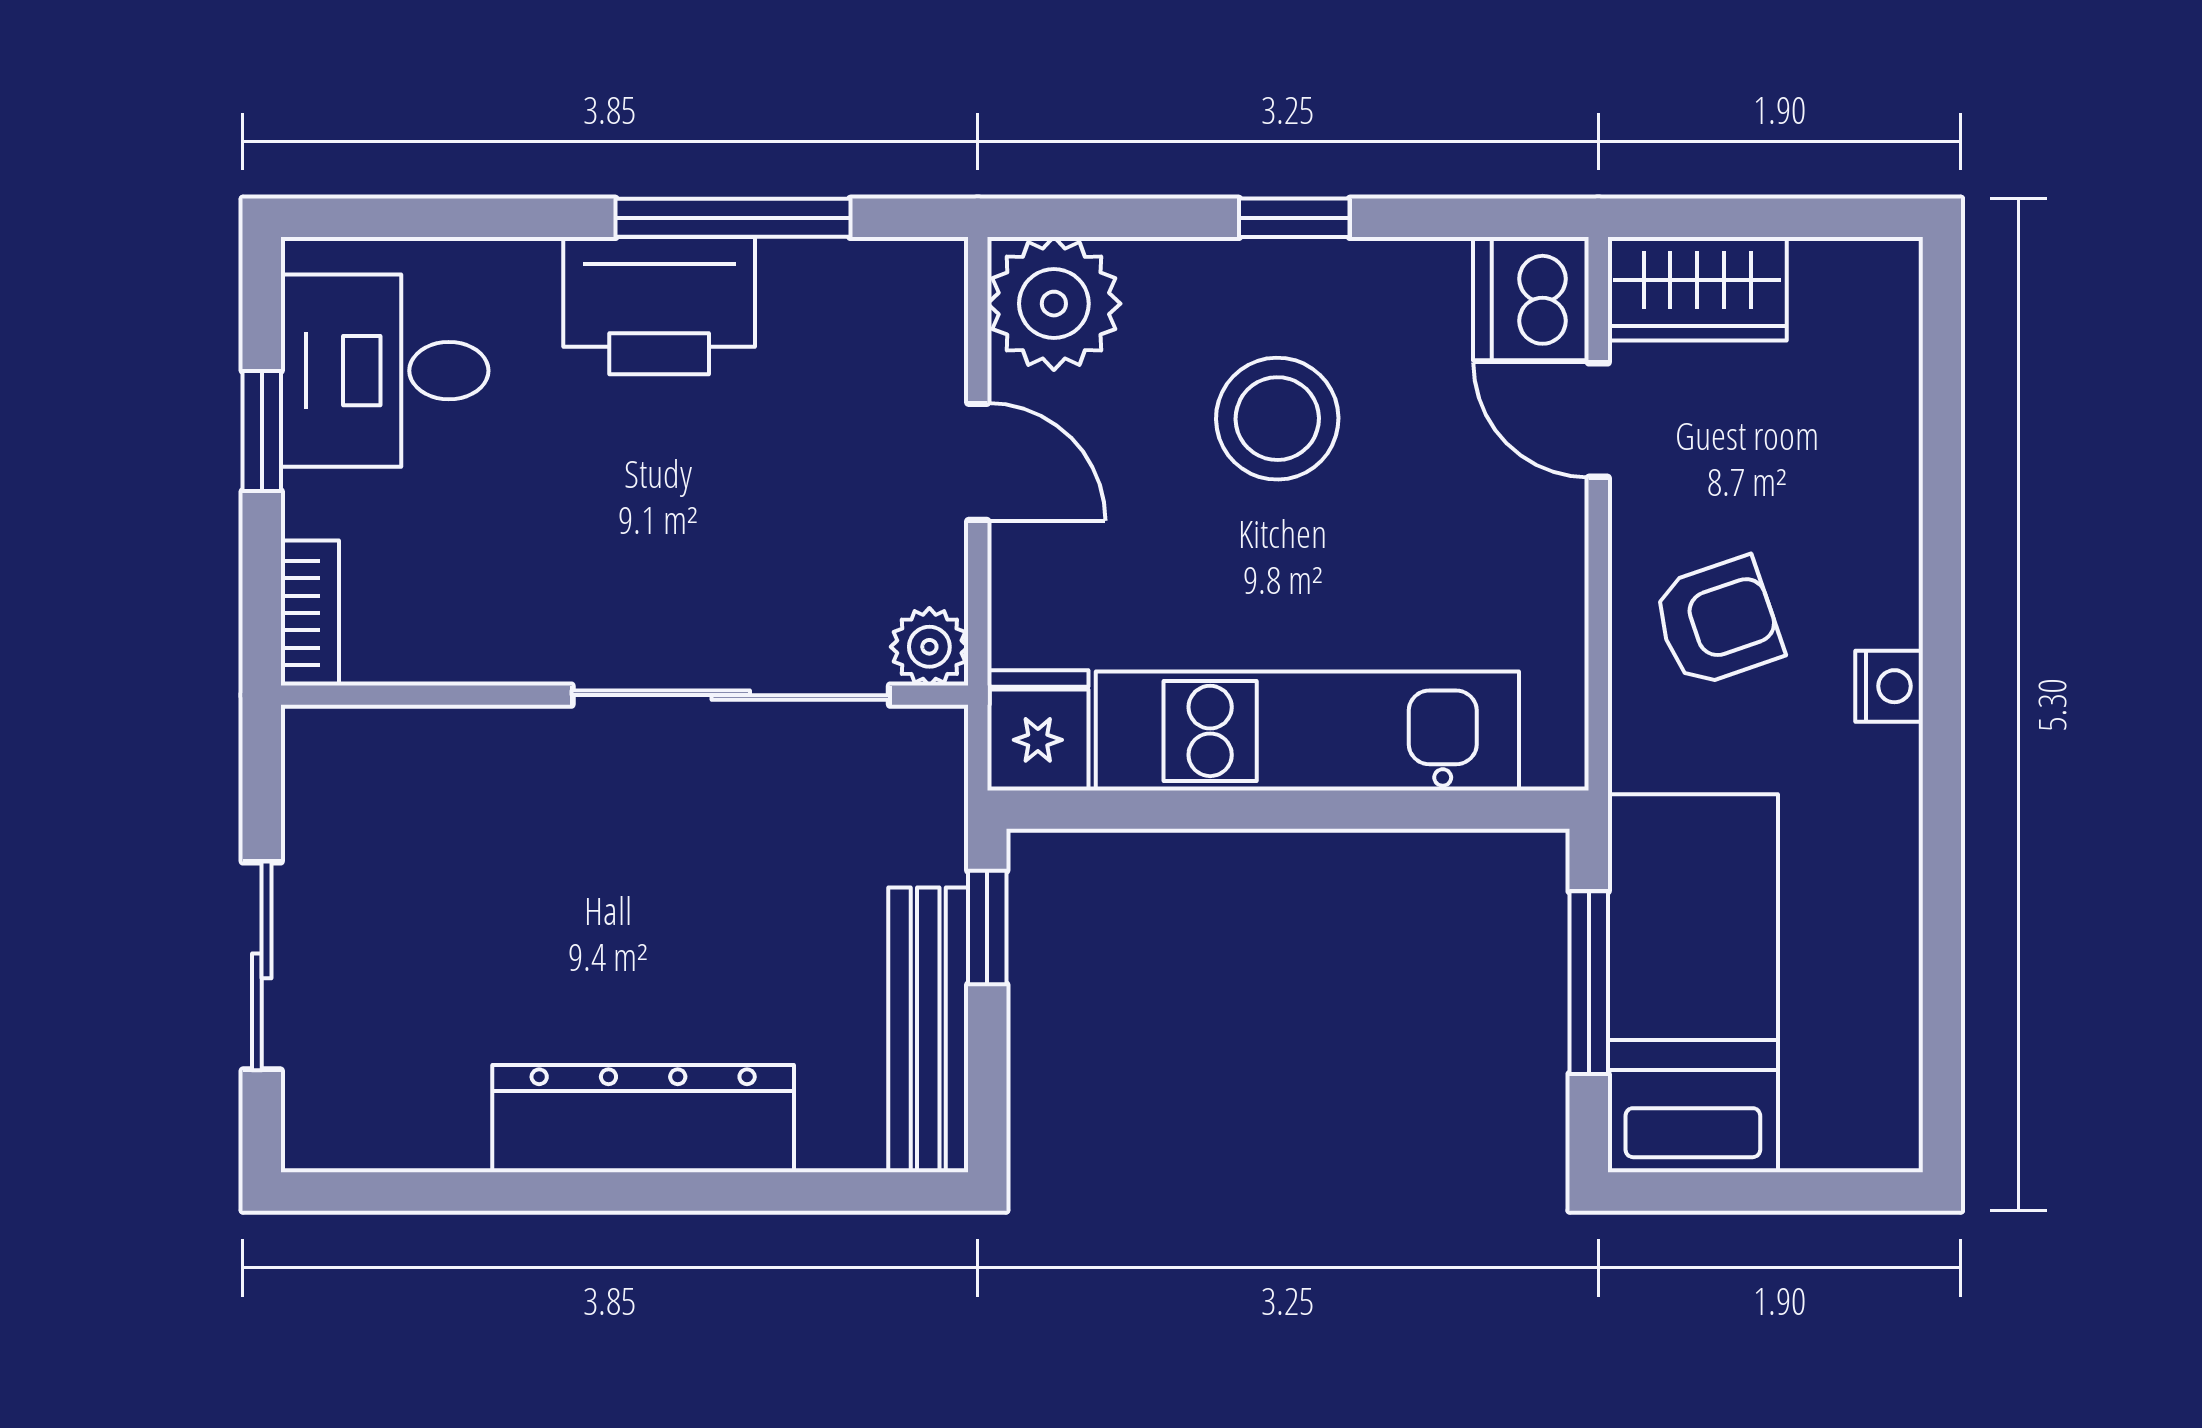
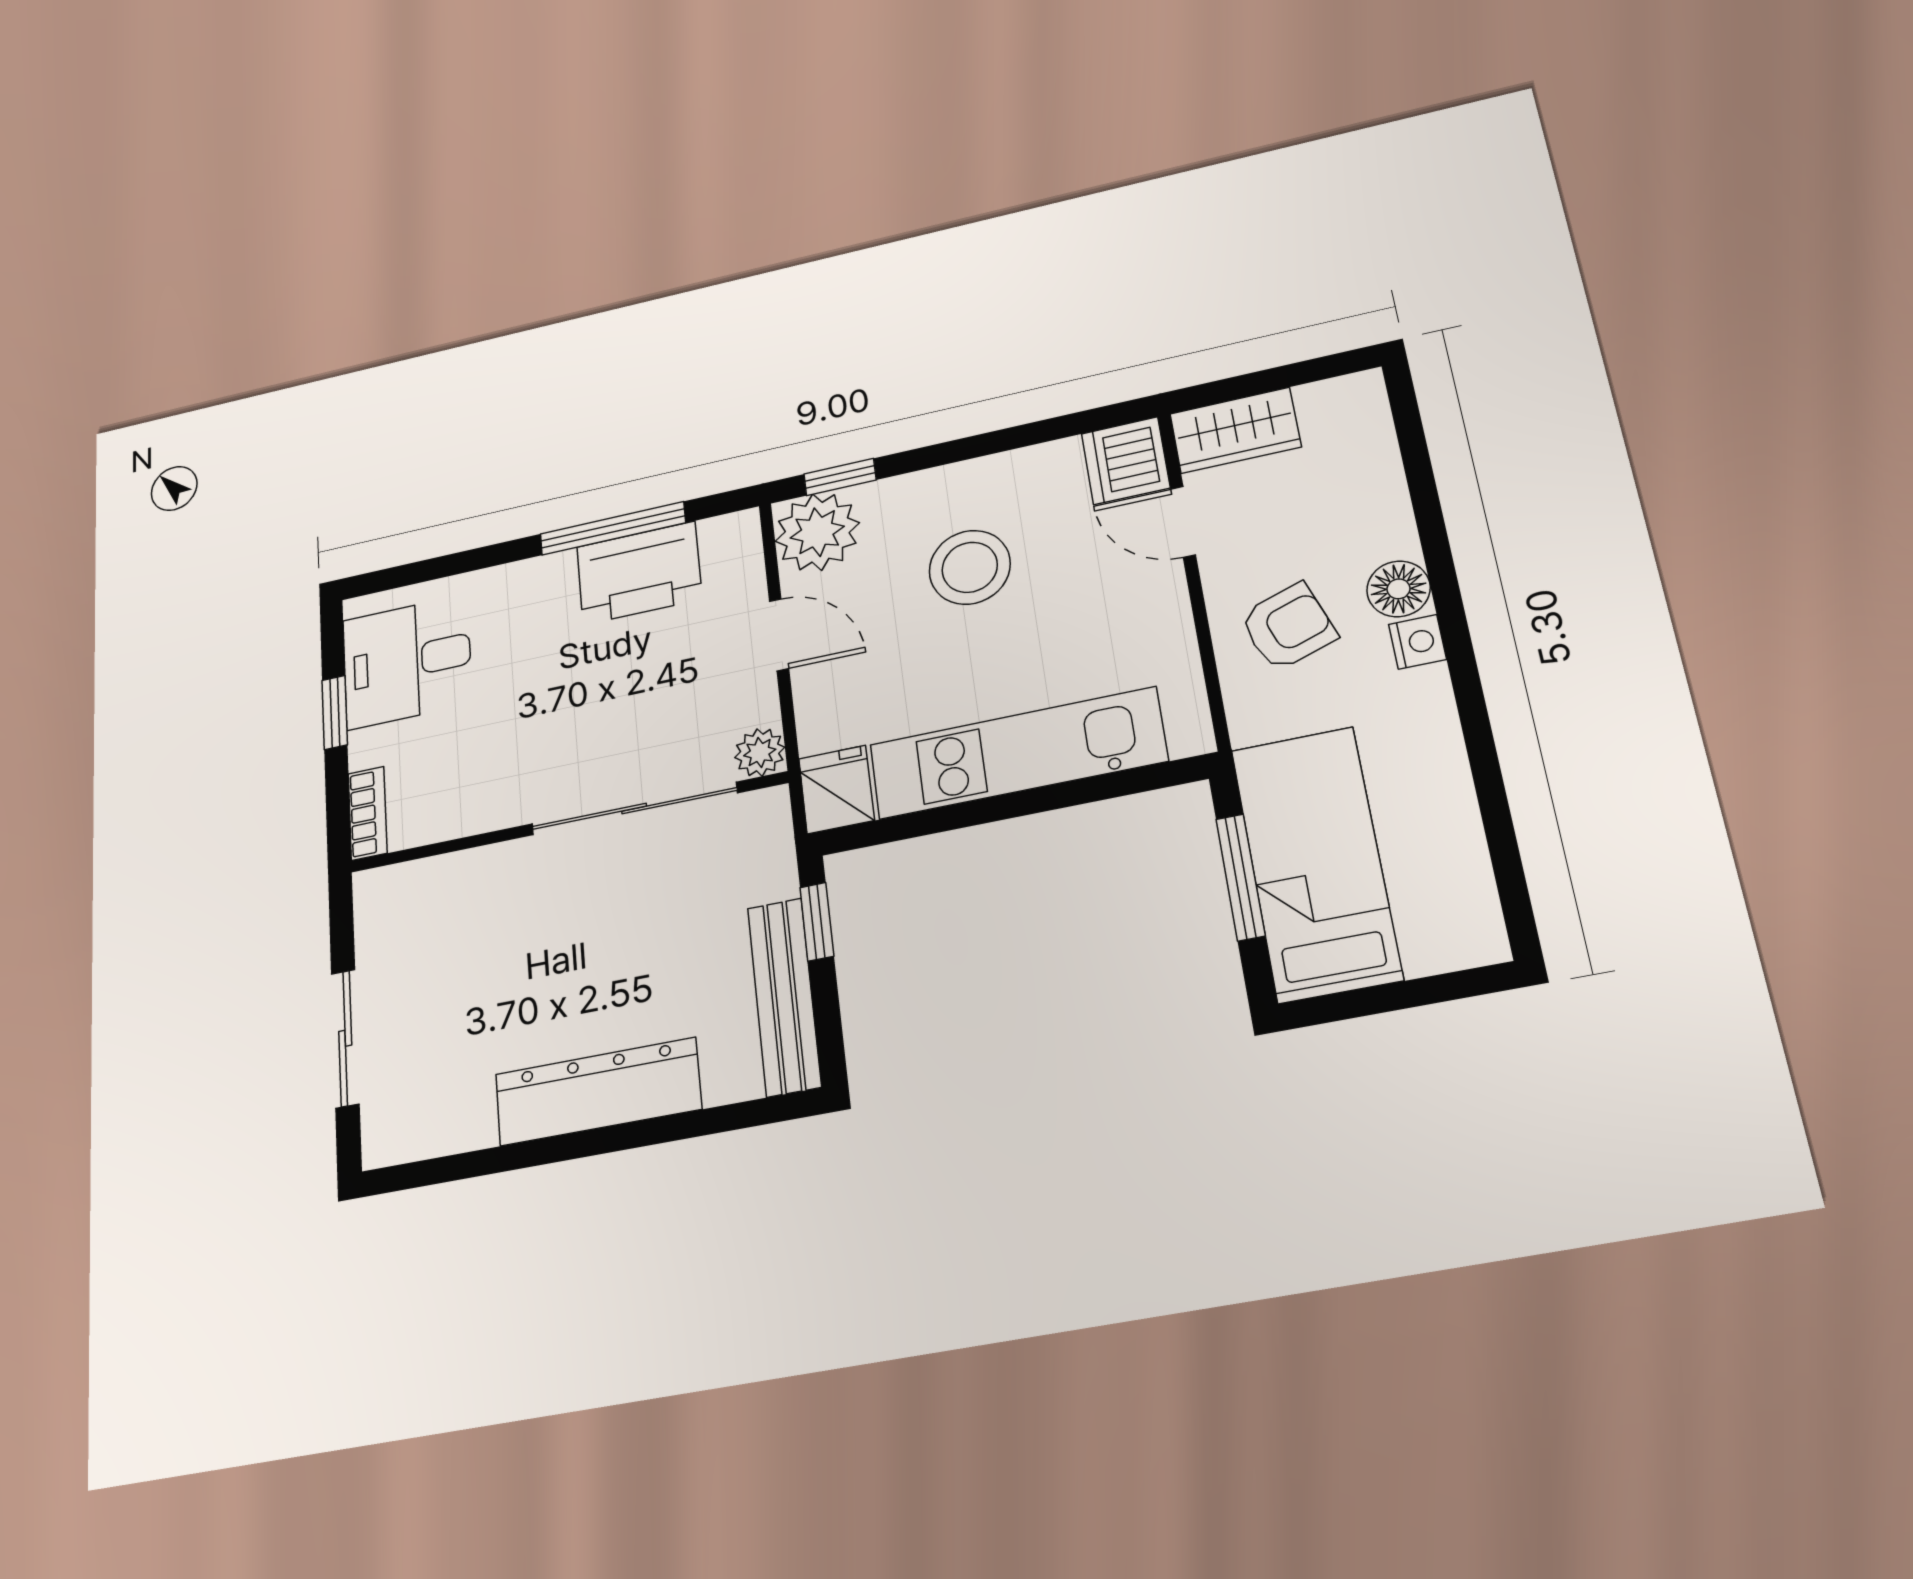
window: (1294, 218) -> (840, 477), moved
printer: (659, 306) -> (639, 573), moved
floor lamp: (1879, 599) -> (1398, 589), added

